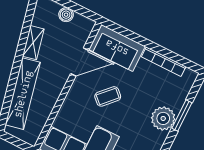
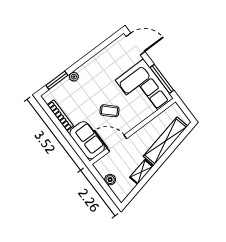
window: (182, 115) -> (57, 80), moved
plant: (163, 118) -> (74, 77), width x0.53, depth x0.53

